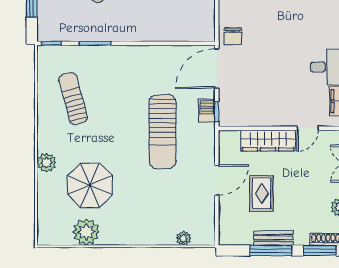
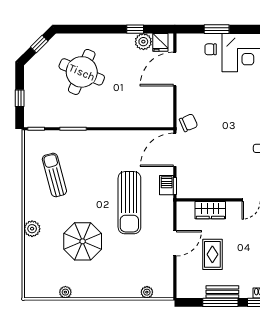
chair: (233, 36) -> (189, 123), turned -113
wardrobe: (268, 141) -> (210, 210), width x0.67
parasol: (90, 185) -> (83, 241), moved
plant: (86, 232) -> (65, 292), width x0.53, depth x0.53

